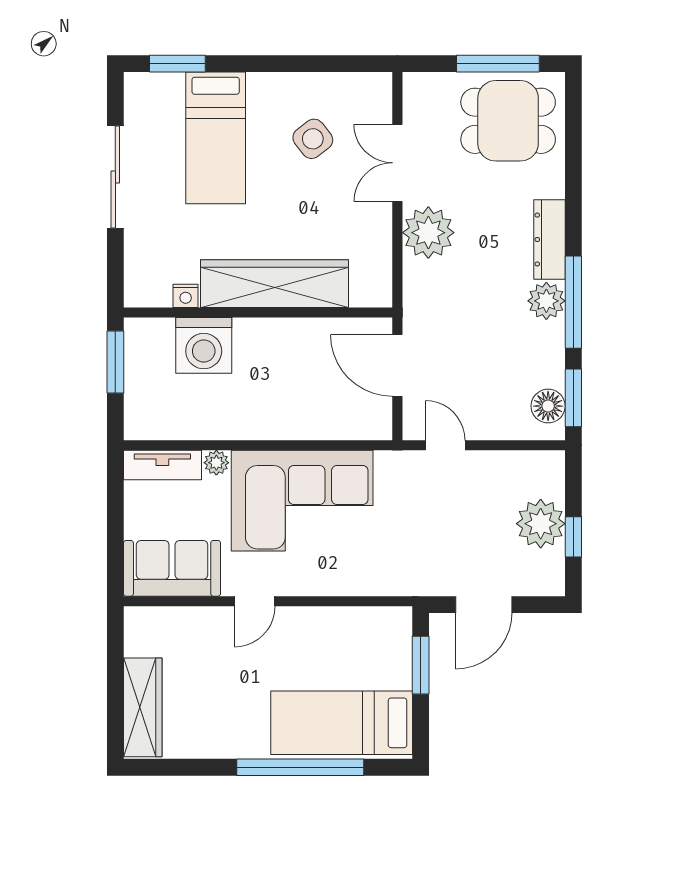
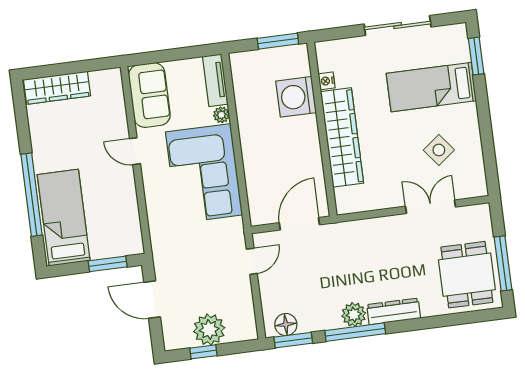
plant: (428, 233) -> (388, 233), removed

